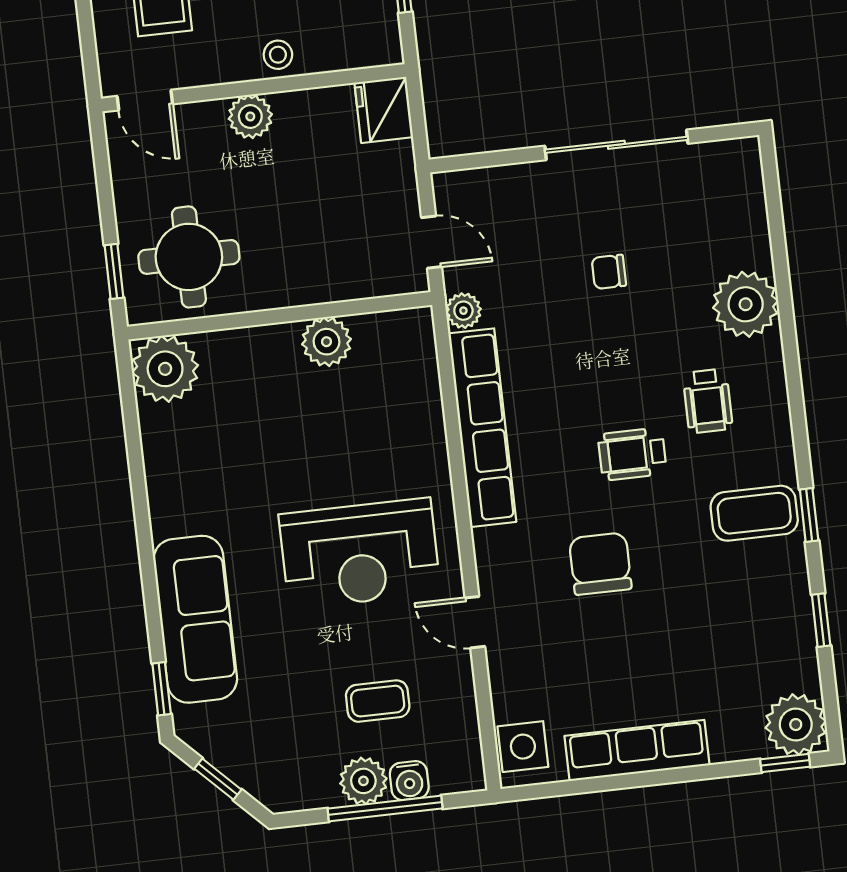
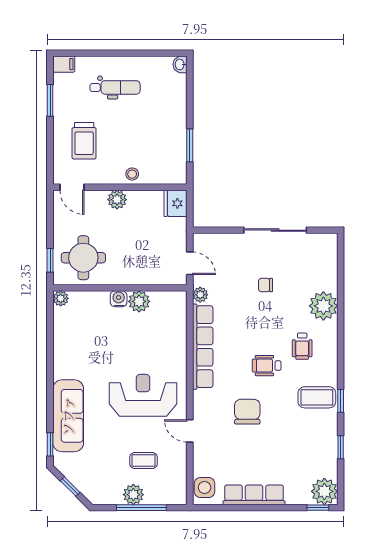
plant: (165, 369) -> (61, 298), width x0.53, depth x0.53
reception desk: (360, 554) -> (143, 395), turned 180
water cooler: (409, 781) -> (119, 299), moved, turned 180

